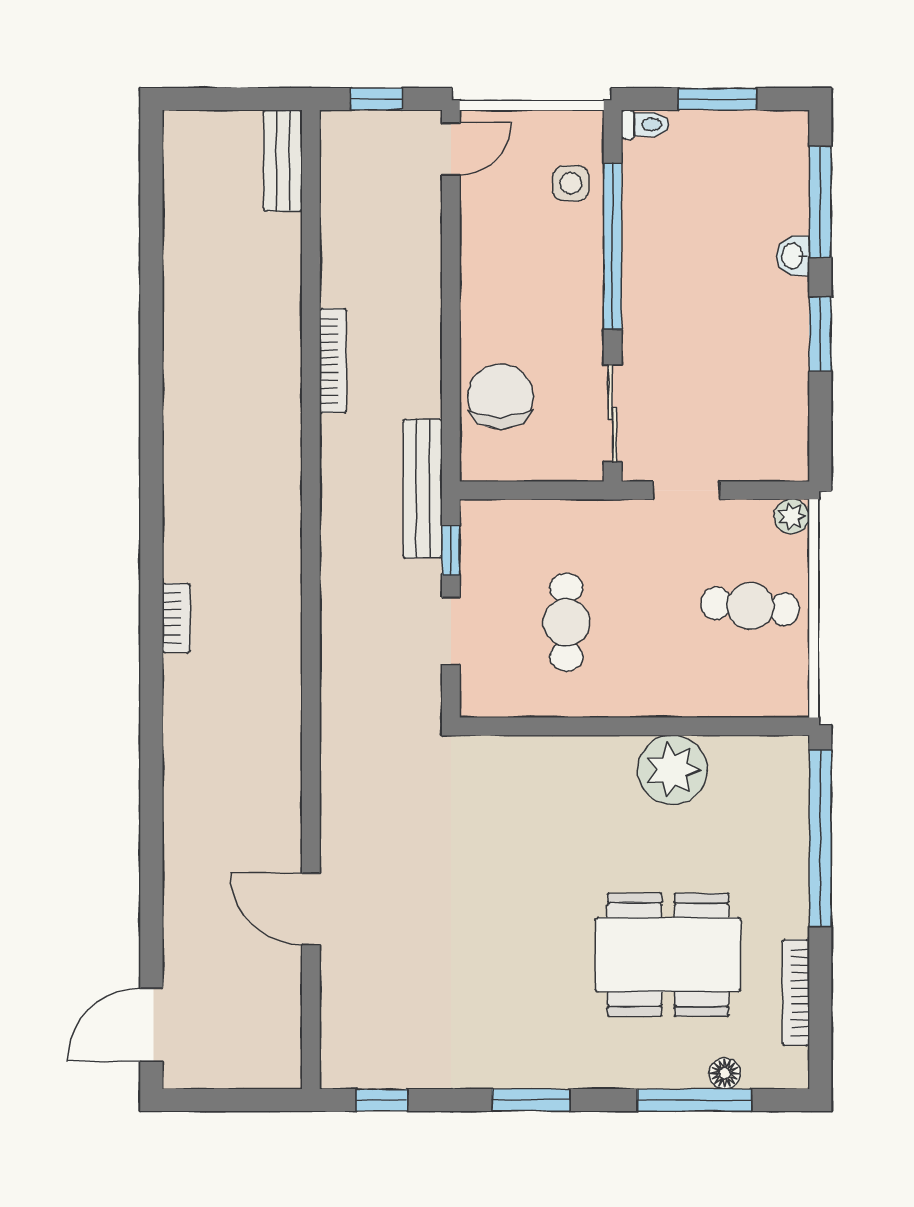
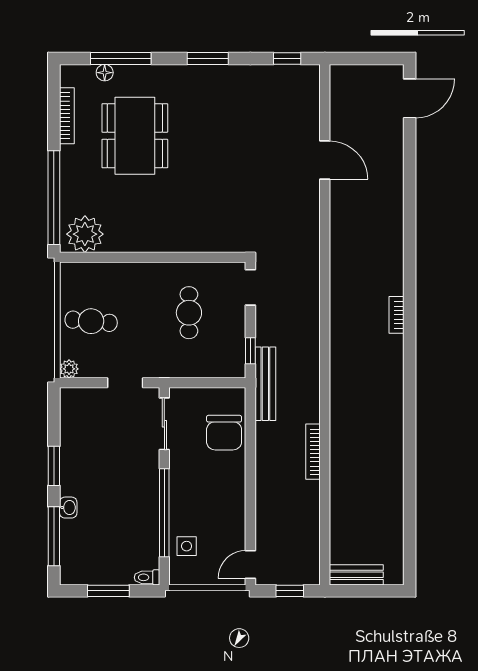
bench: (283, 161) -> (356, 575), moved, turned 90
doorway: (451, 631) -> (250, 287), moved
plant: (672, 770) -> (85, 234), moved
dining table: (668, 955) -> (135, 136), turned 90

